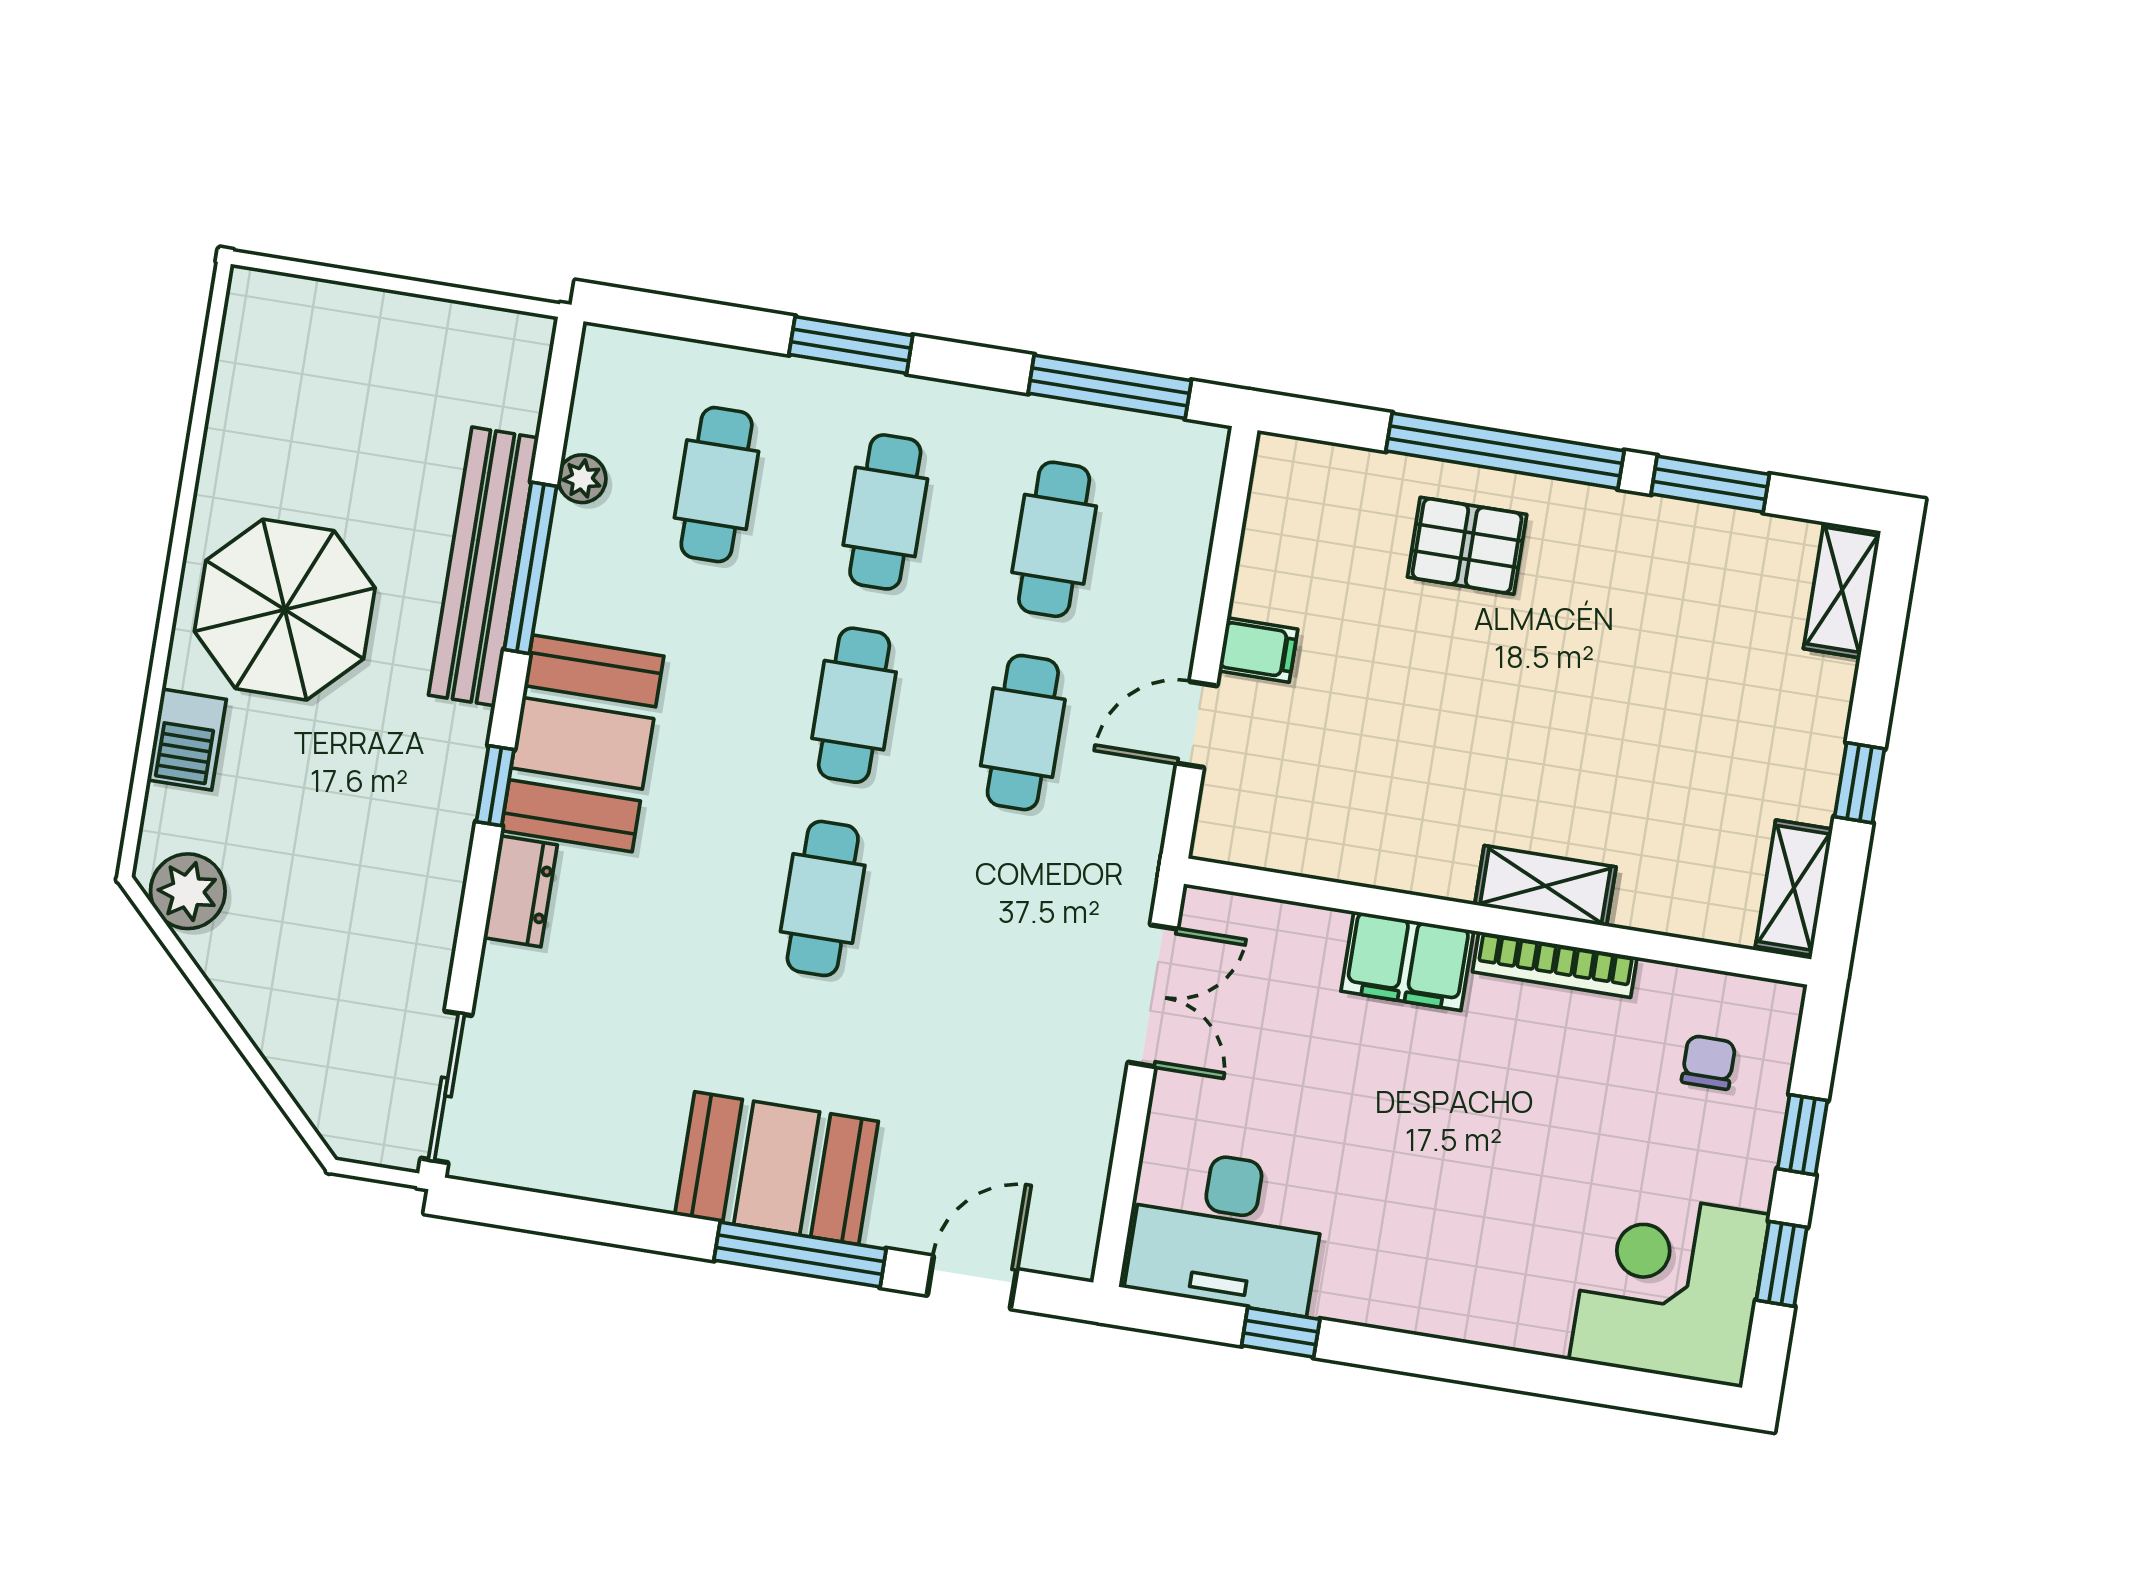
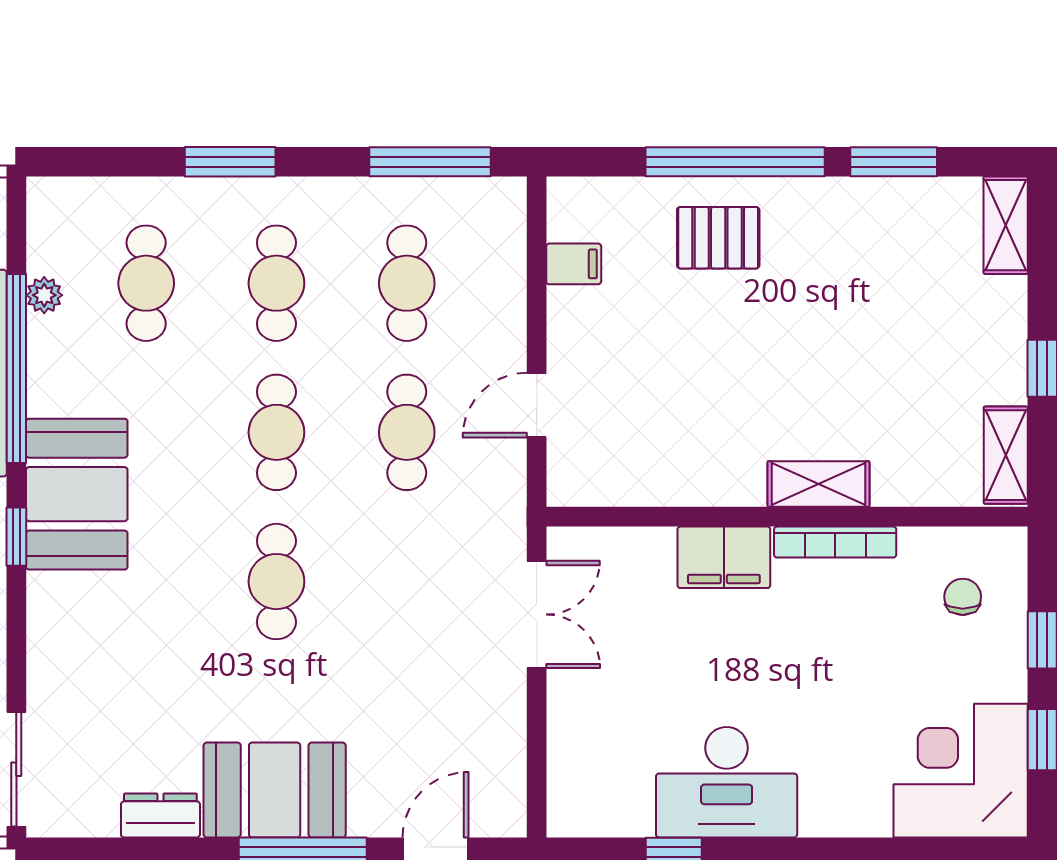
window: (530, 568) -> (16, 369), width x1.46
filing cabinet: (1258, 650) -> (574, 264), moved
dresser: (520, 891) -> (160, 815), moved, turned -90
desk: (1227, 1231) -> (727, 782), moved

